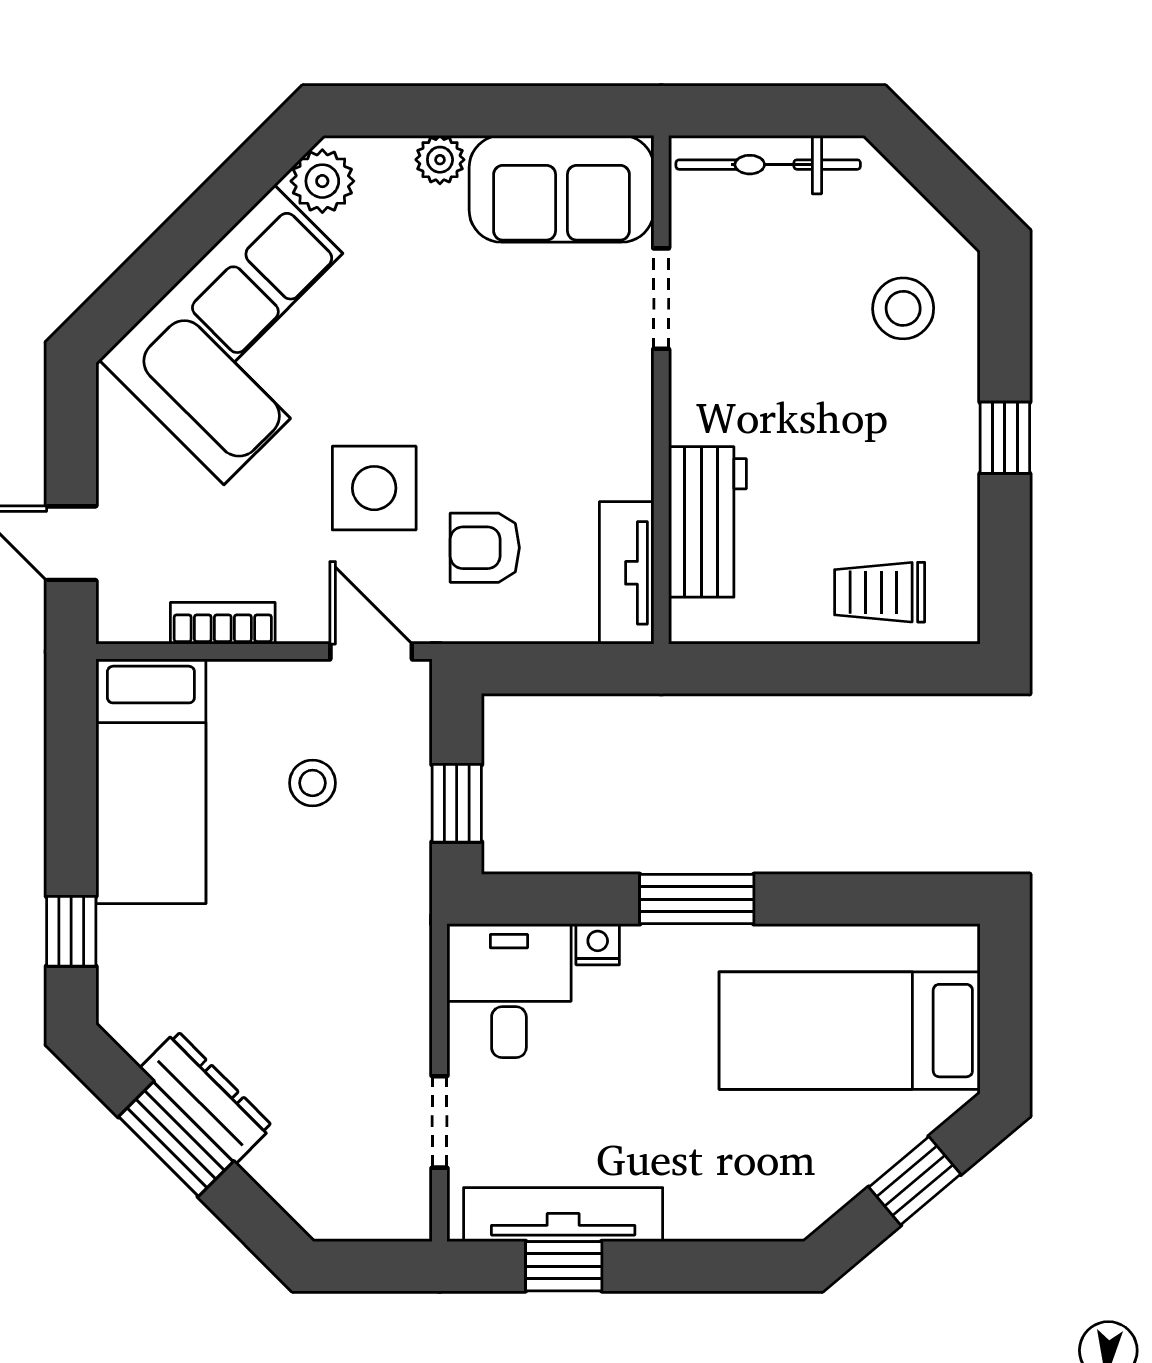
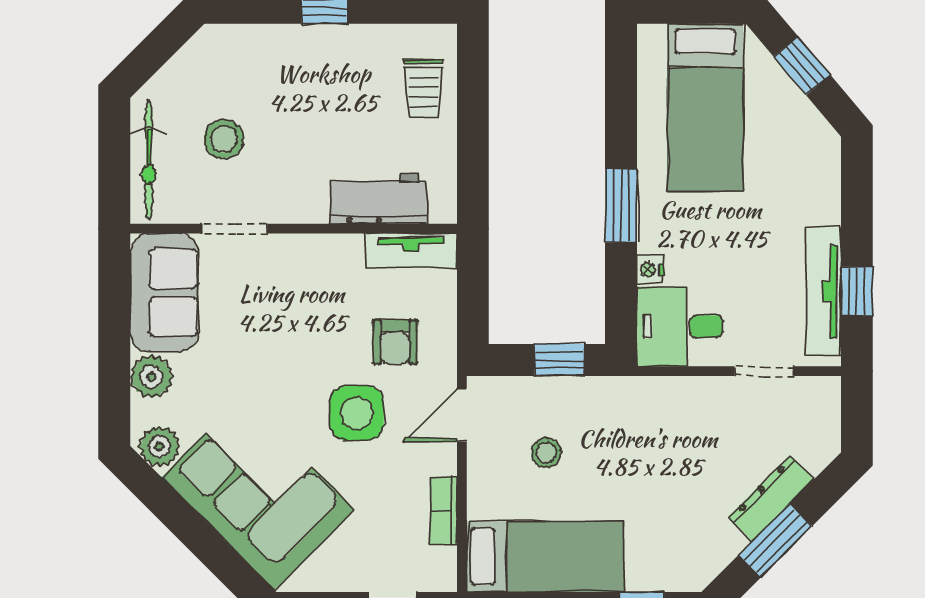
plant: (440, 160) -> (152, 377), width x1.38, depth x1.38
stool: (903, 308) -> (224, 139), moved
dresser: (206, 1097) -> (771, 498), moved

